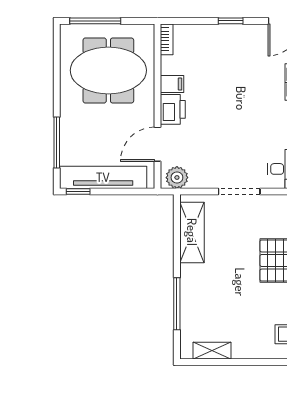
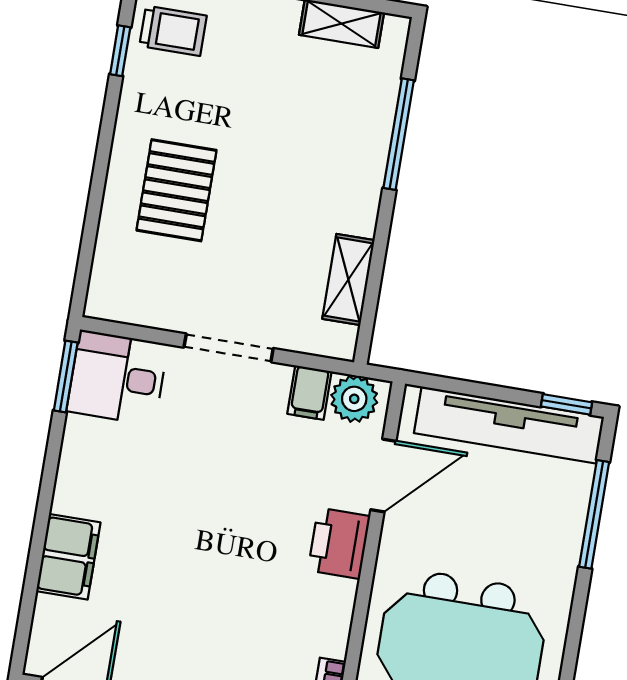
filing cabinet: (172, 84) -> (309, 393), moved, turned -90
shelving: (192, 232) -> (348, 279), width x0.67, depth x0.75

